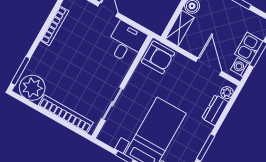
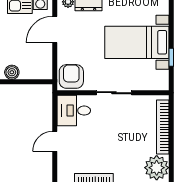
shelving: (180, 28) -> (36, 72), removed
sliding door: (112, 104) -> (114, 93), moved

